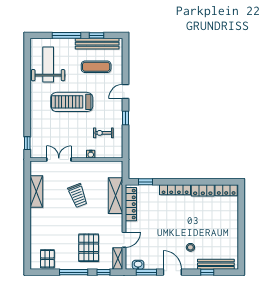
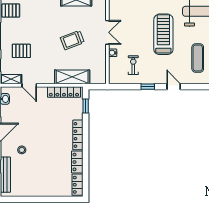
double door: (59, 159) -> (107, 32), moved
pallet: (89, 248) -> (21, 51), width x0.67, depth x0.71

